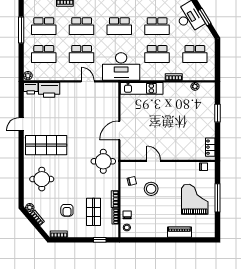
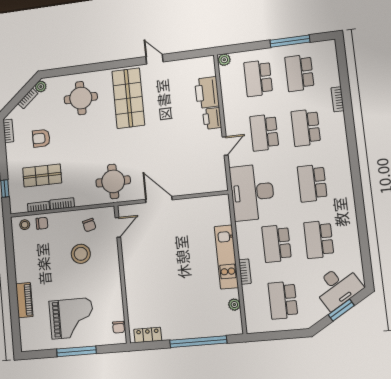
printer: (31, 88) -> (212, 118), moved
kitchen unit: (142, 88) -> (226, 257), moved
window: (217, 113) -> (198, 342), width x2.11
door: (154, 161) -> (118, 227), moved

